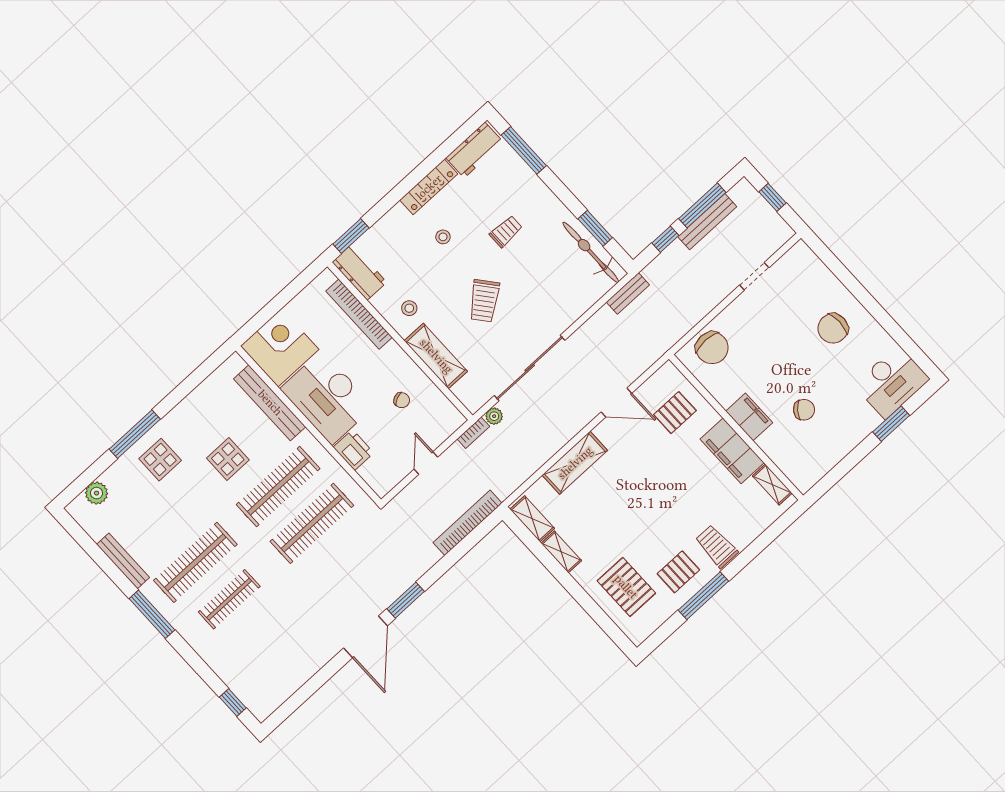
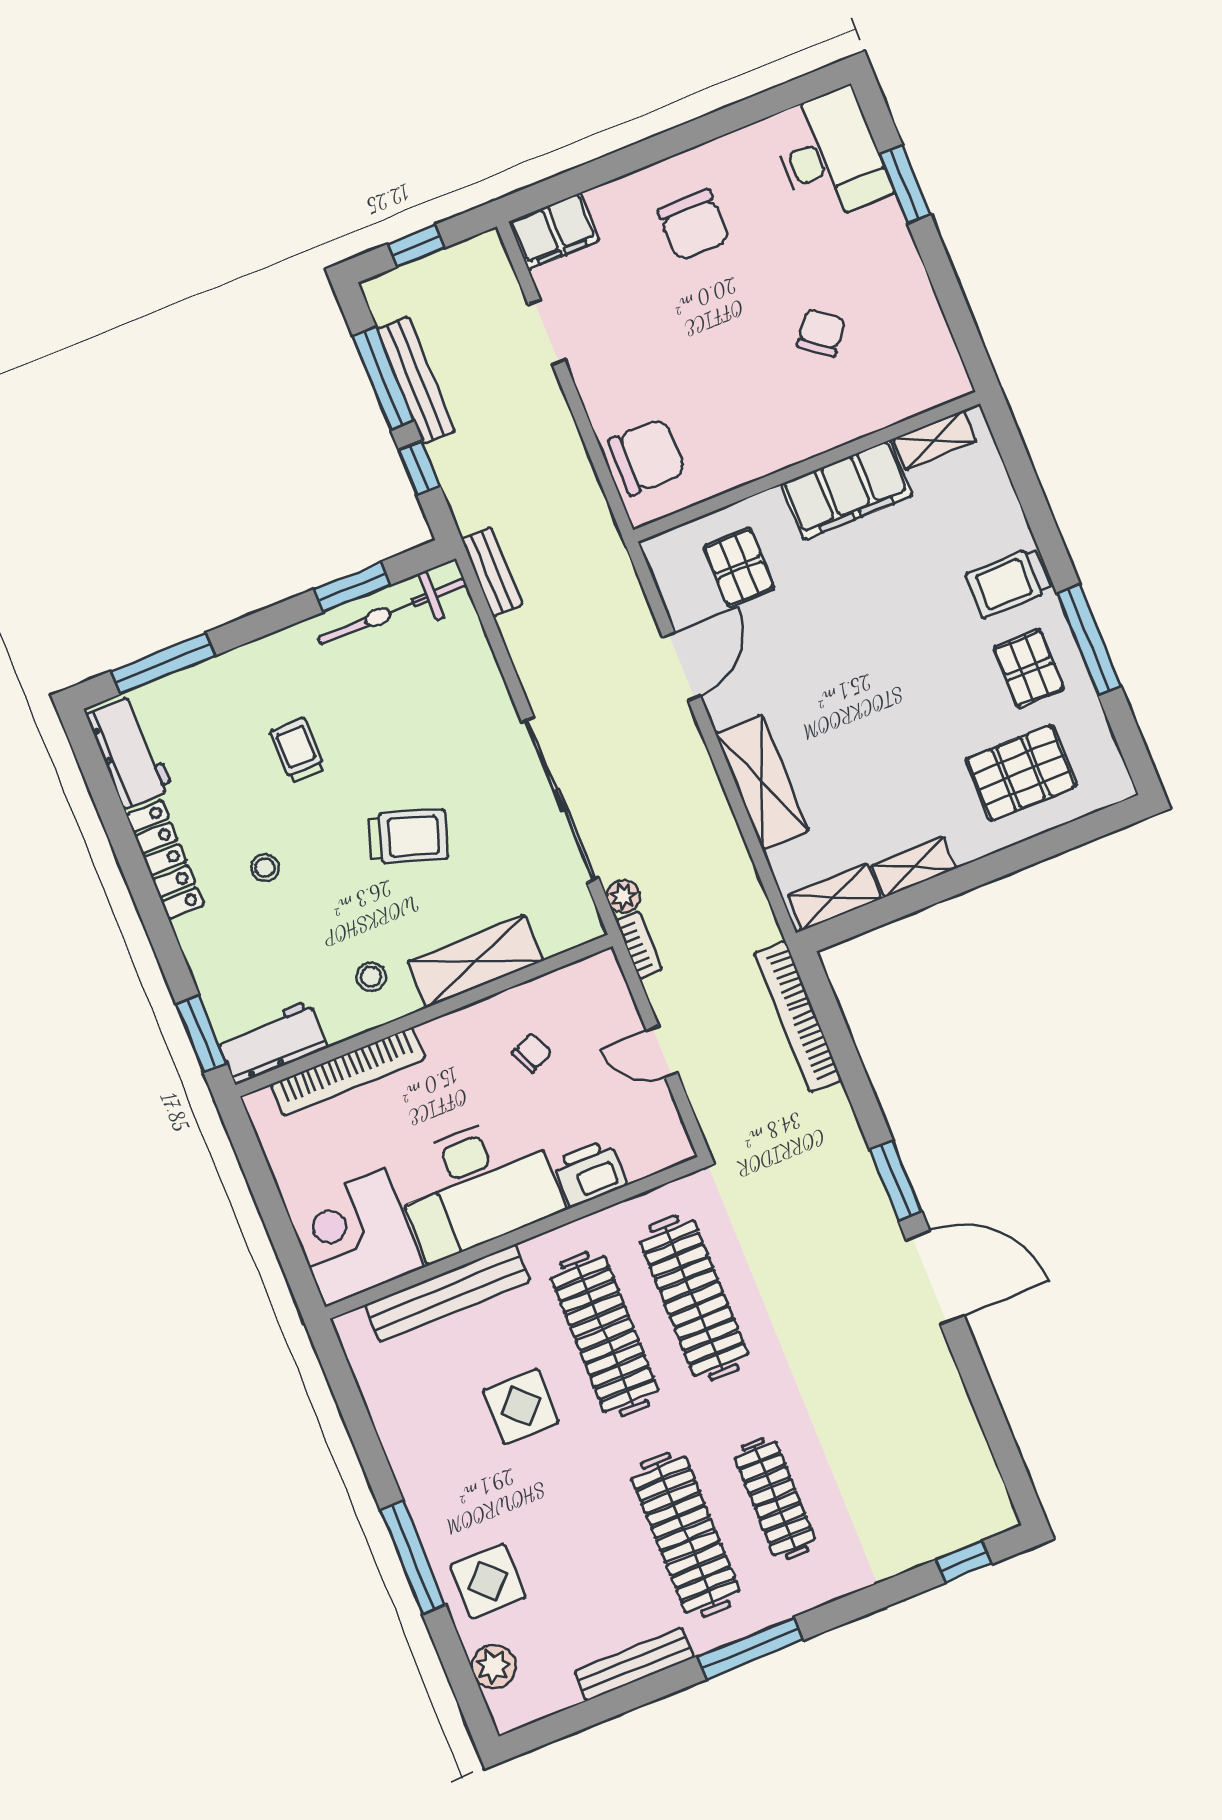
trolley: (484, 301) -> (408, 836), turned -33
filing cabinet: (749, 417) -> (554, 231), moved, turned 180
display table: (160, 460) -> (488, 1581), moved

